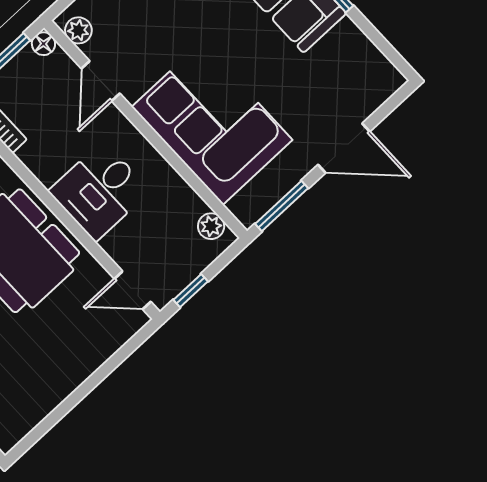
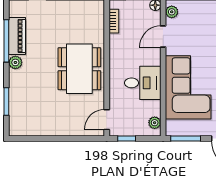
desk: (99, 191) -> (143, 83), moved, turned 180
door: (133, 290) -> (107, 120), hinge flipped

